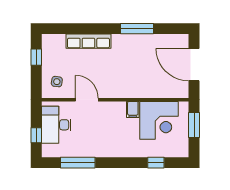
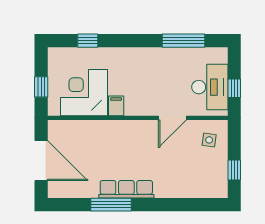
row of seats: (88, 41) -> (126, 189), moved
door: (87, 100) -> (172, 118), hinge flipped
window: (194, 125) -> (41, 87), width x0.67
window: (36, 135) -> (234, 88), moved

